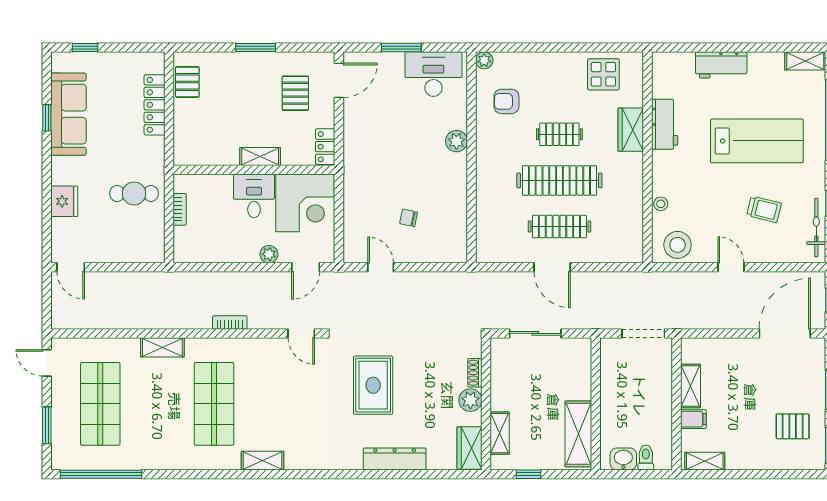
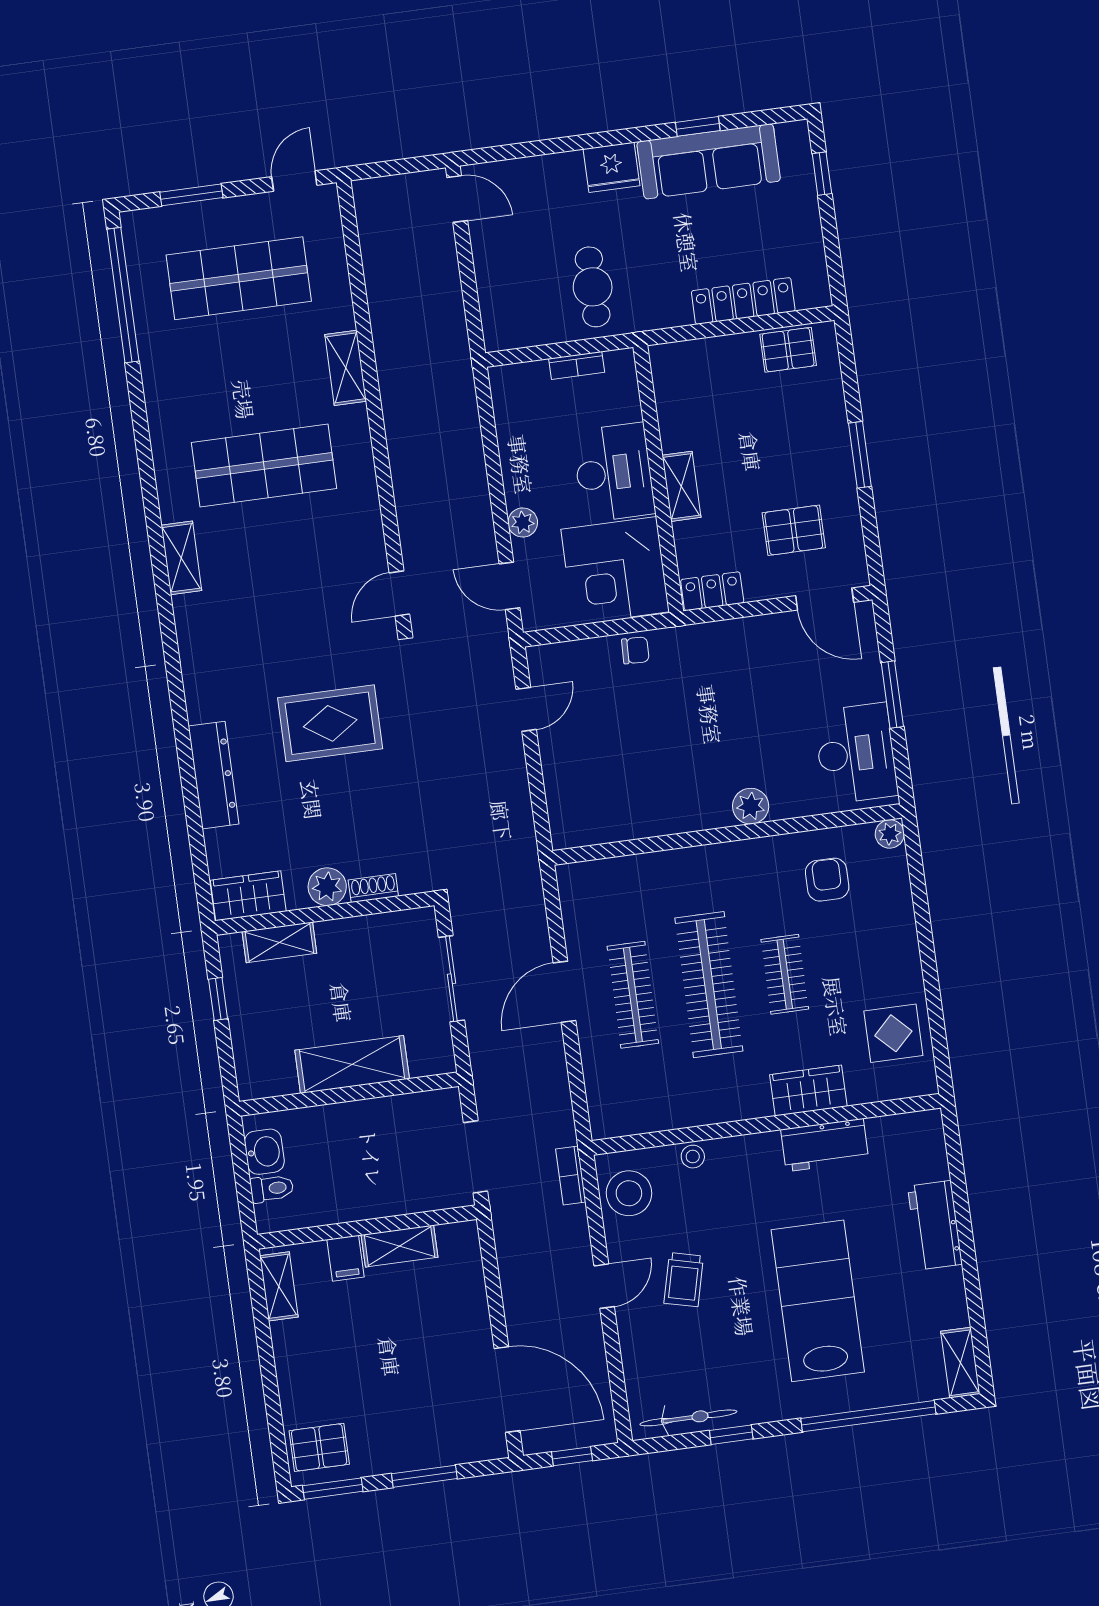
lab bench: (757, 141) -> (818, 1301), turned 180
desk: (254, 196) -> (614, 472), width x1.37
fridge: (64, 201) -> (611, 167), moved
trolley: (764, 209) -> (684, 1280), moved
chair: (409, 218) -> (635, 650), moved, turned 80
door: (71, 267) -> (457, 199), swing flipped
bookcase: (230, 322) -> (571, 1176), moved, turned 180
pallet: (793, 426) -> (319, 1447), moved, turned 90
shelving: (578, 434) -> (352, 1064), moved

